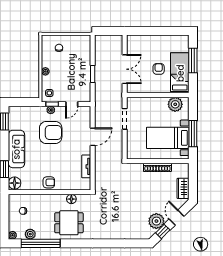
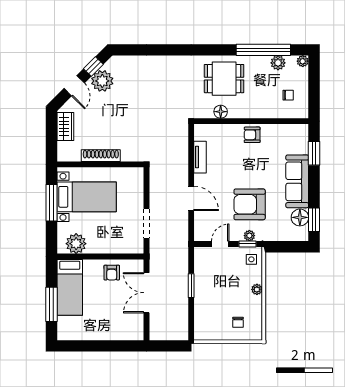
armchair: (159, 69) -> (112, 273), moved
door: (93, 137) -> (191, 198), swing flipped
floor lamp: (15, 183) -> (300, 217), moved

